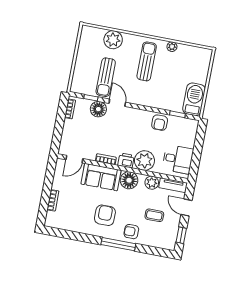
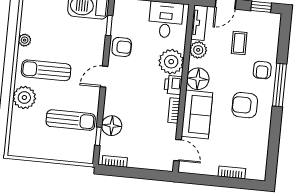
plant: (113, 40) -> (24, 97), moved
door: (117, 103) -> (104, 77), moved

